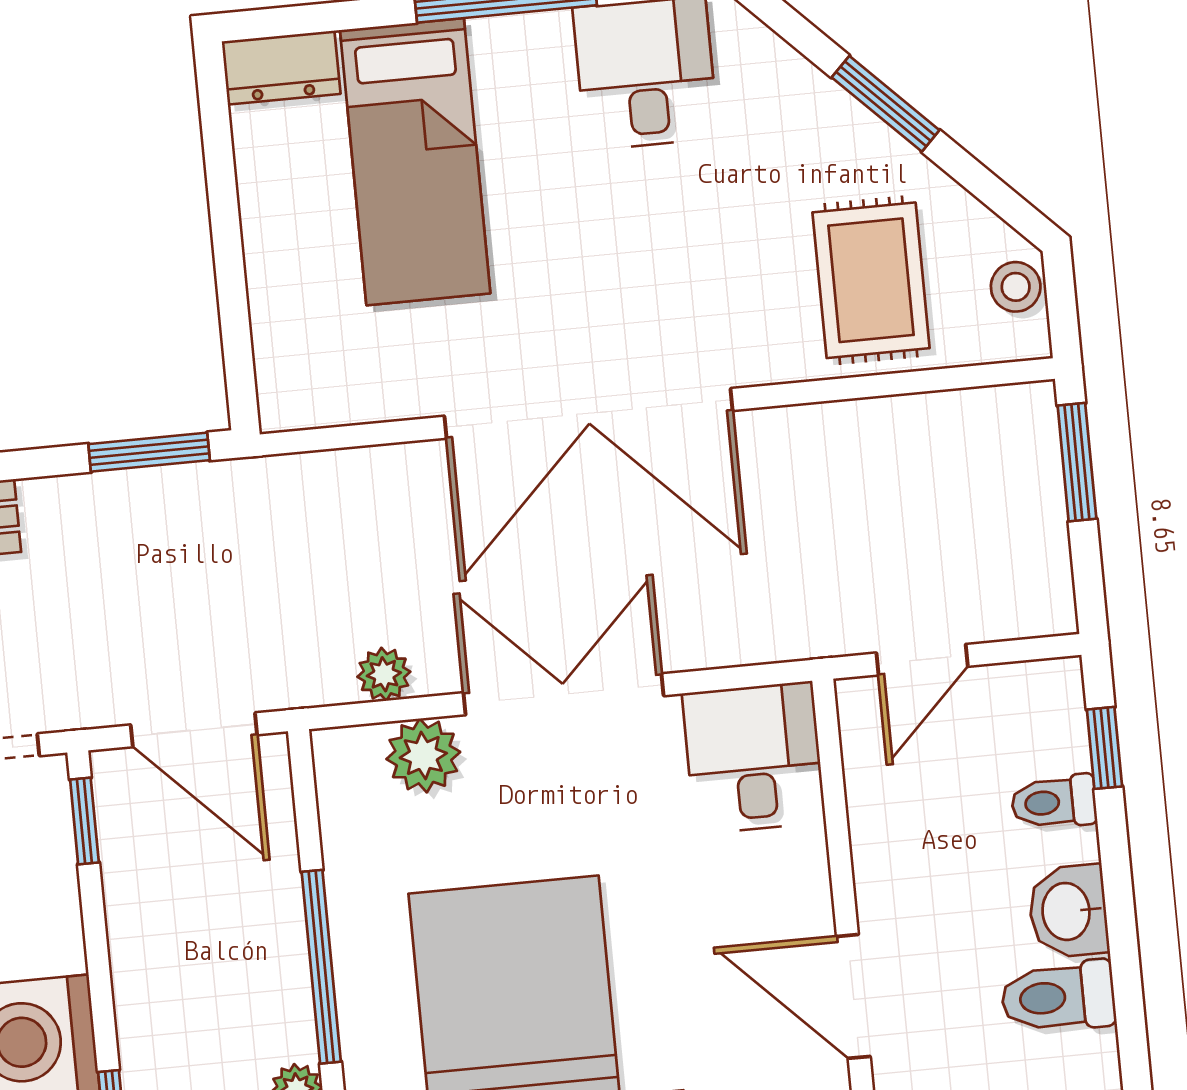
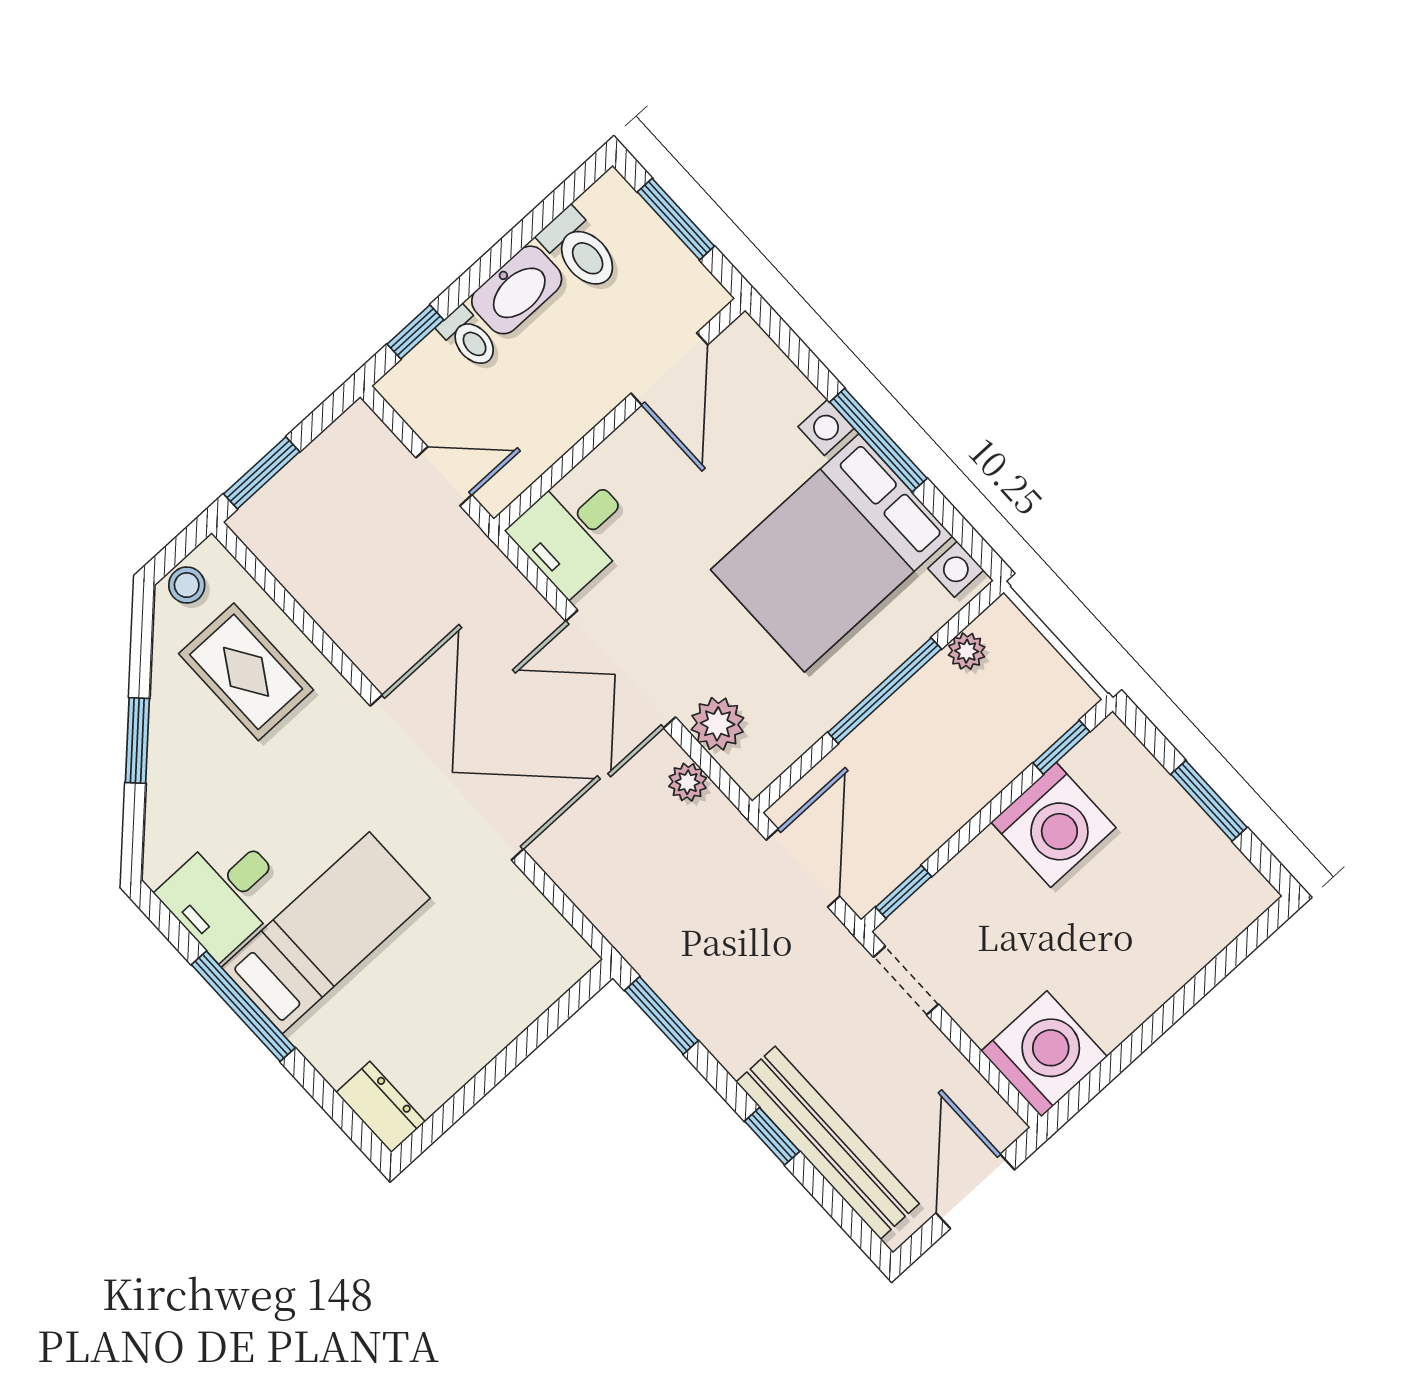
bed: (415, 162) -> (326, 933), moved
rug: (871, 280) -> (246, 672), turned 90
washbasin: (1068, 911) -> (517, 290), width x1.38

